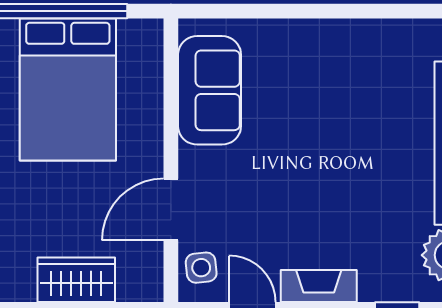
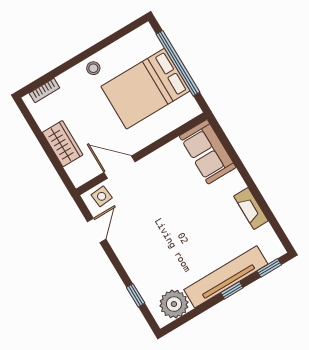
sofa: (210, 90) -> (208, 152), moved, turned 90
fireplace: (319, 286) -> (251, 208), moved, turned 180

